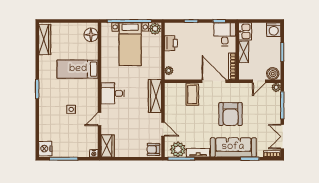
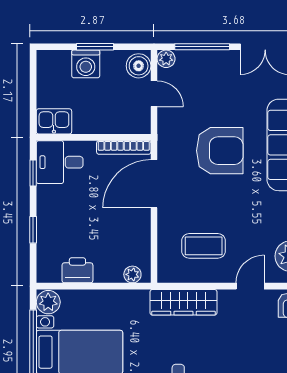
washing machine: (274, 30) -> (86, 64), moved, turned 90
shelving: (244, 52) -> (95, 124), removed
coffee table: (192, 95) -> (204, 246), moved

